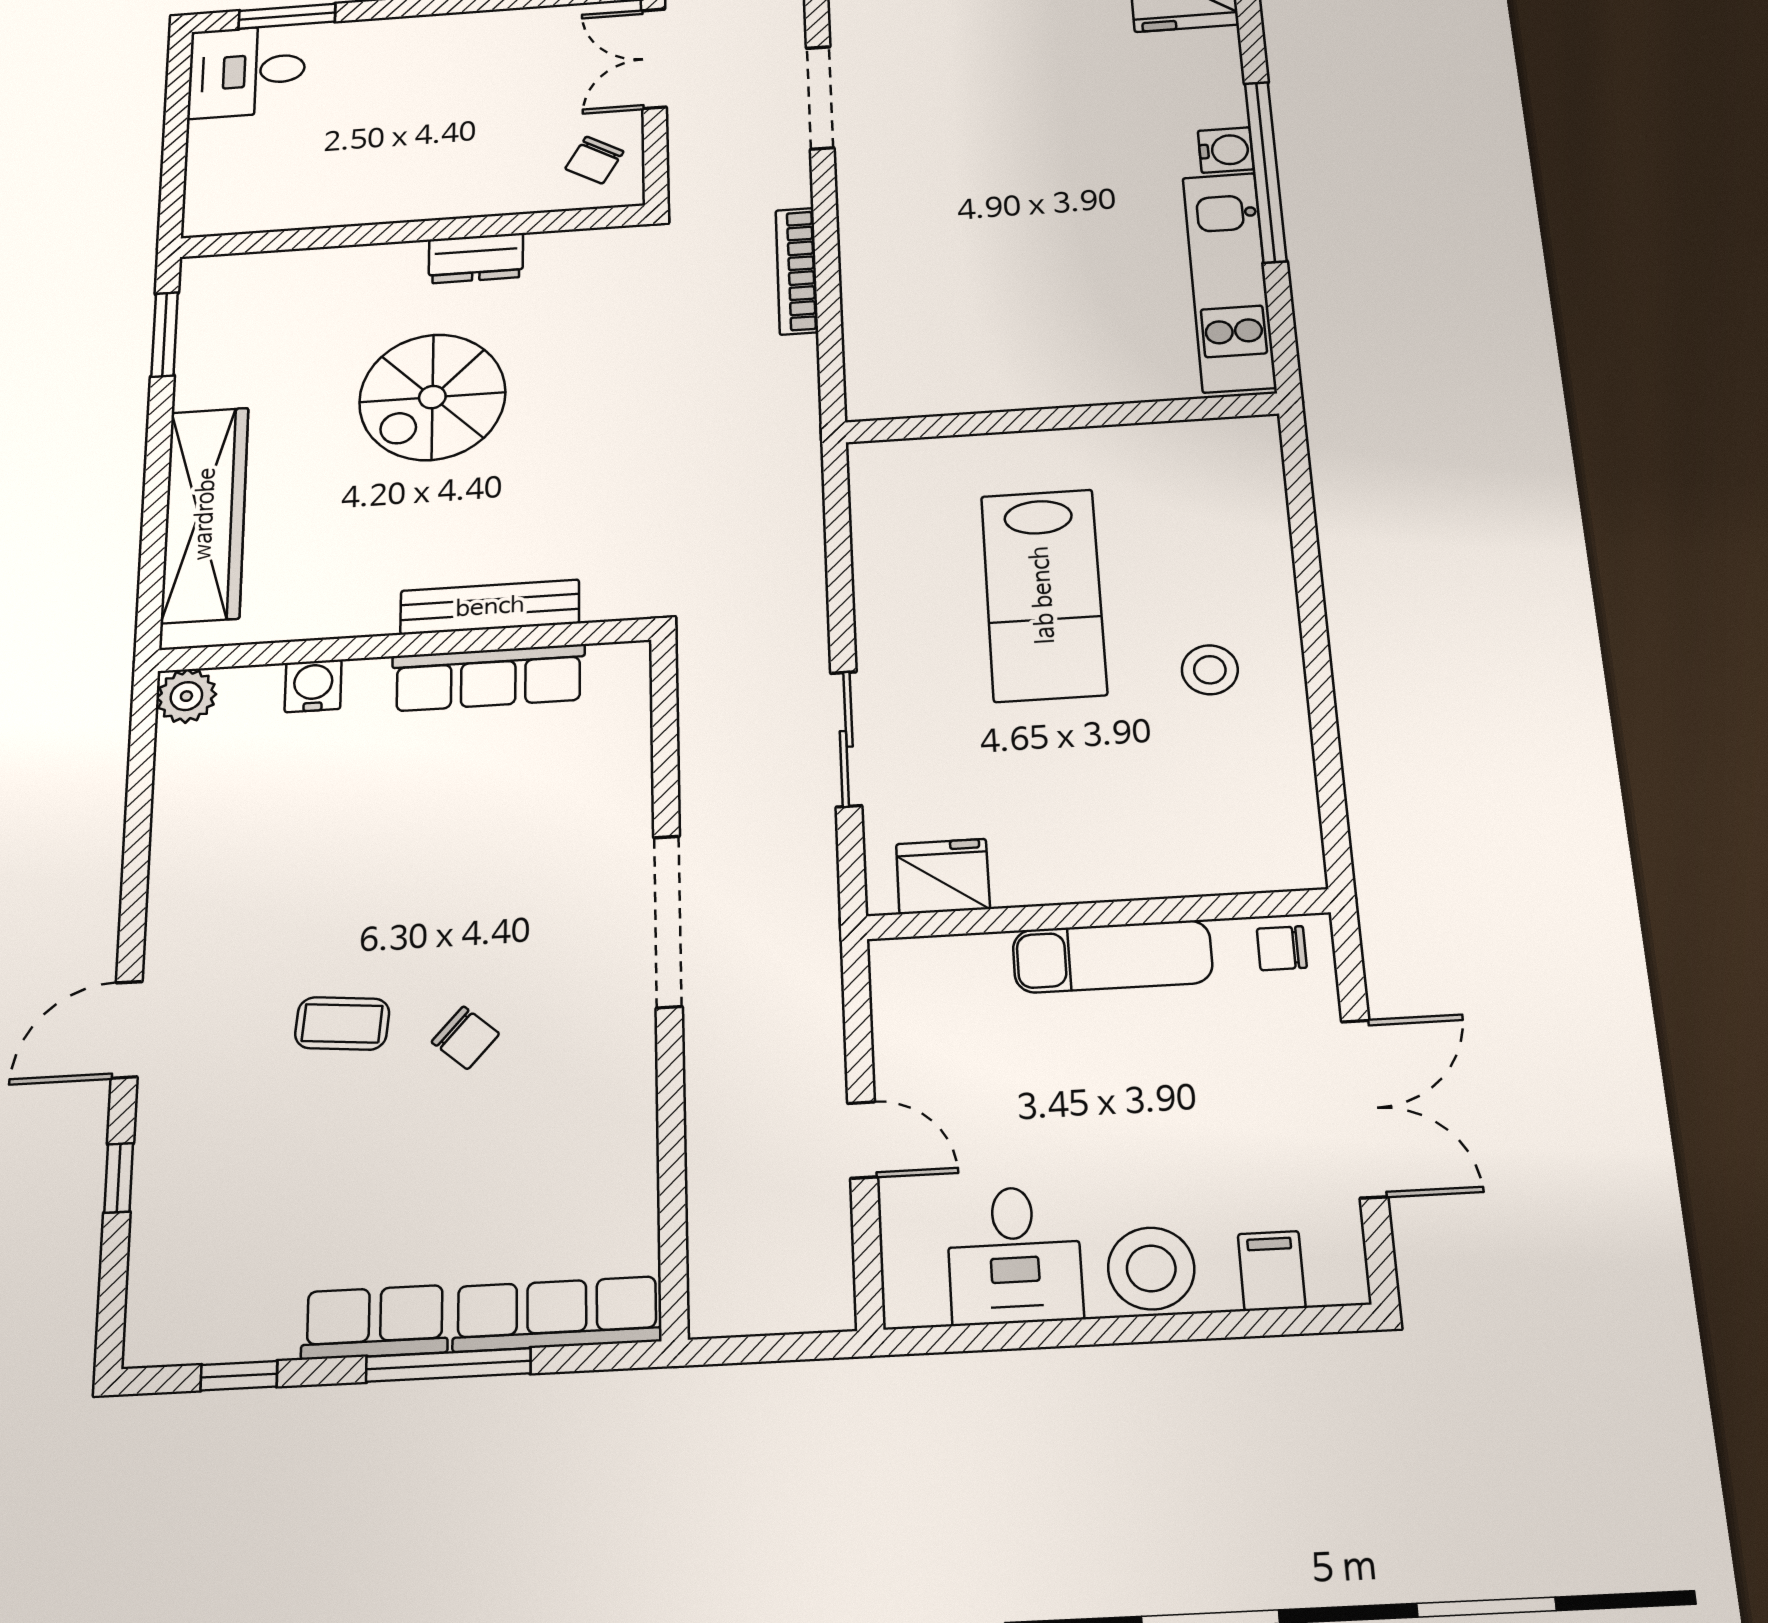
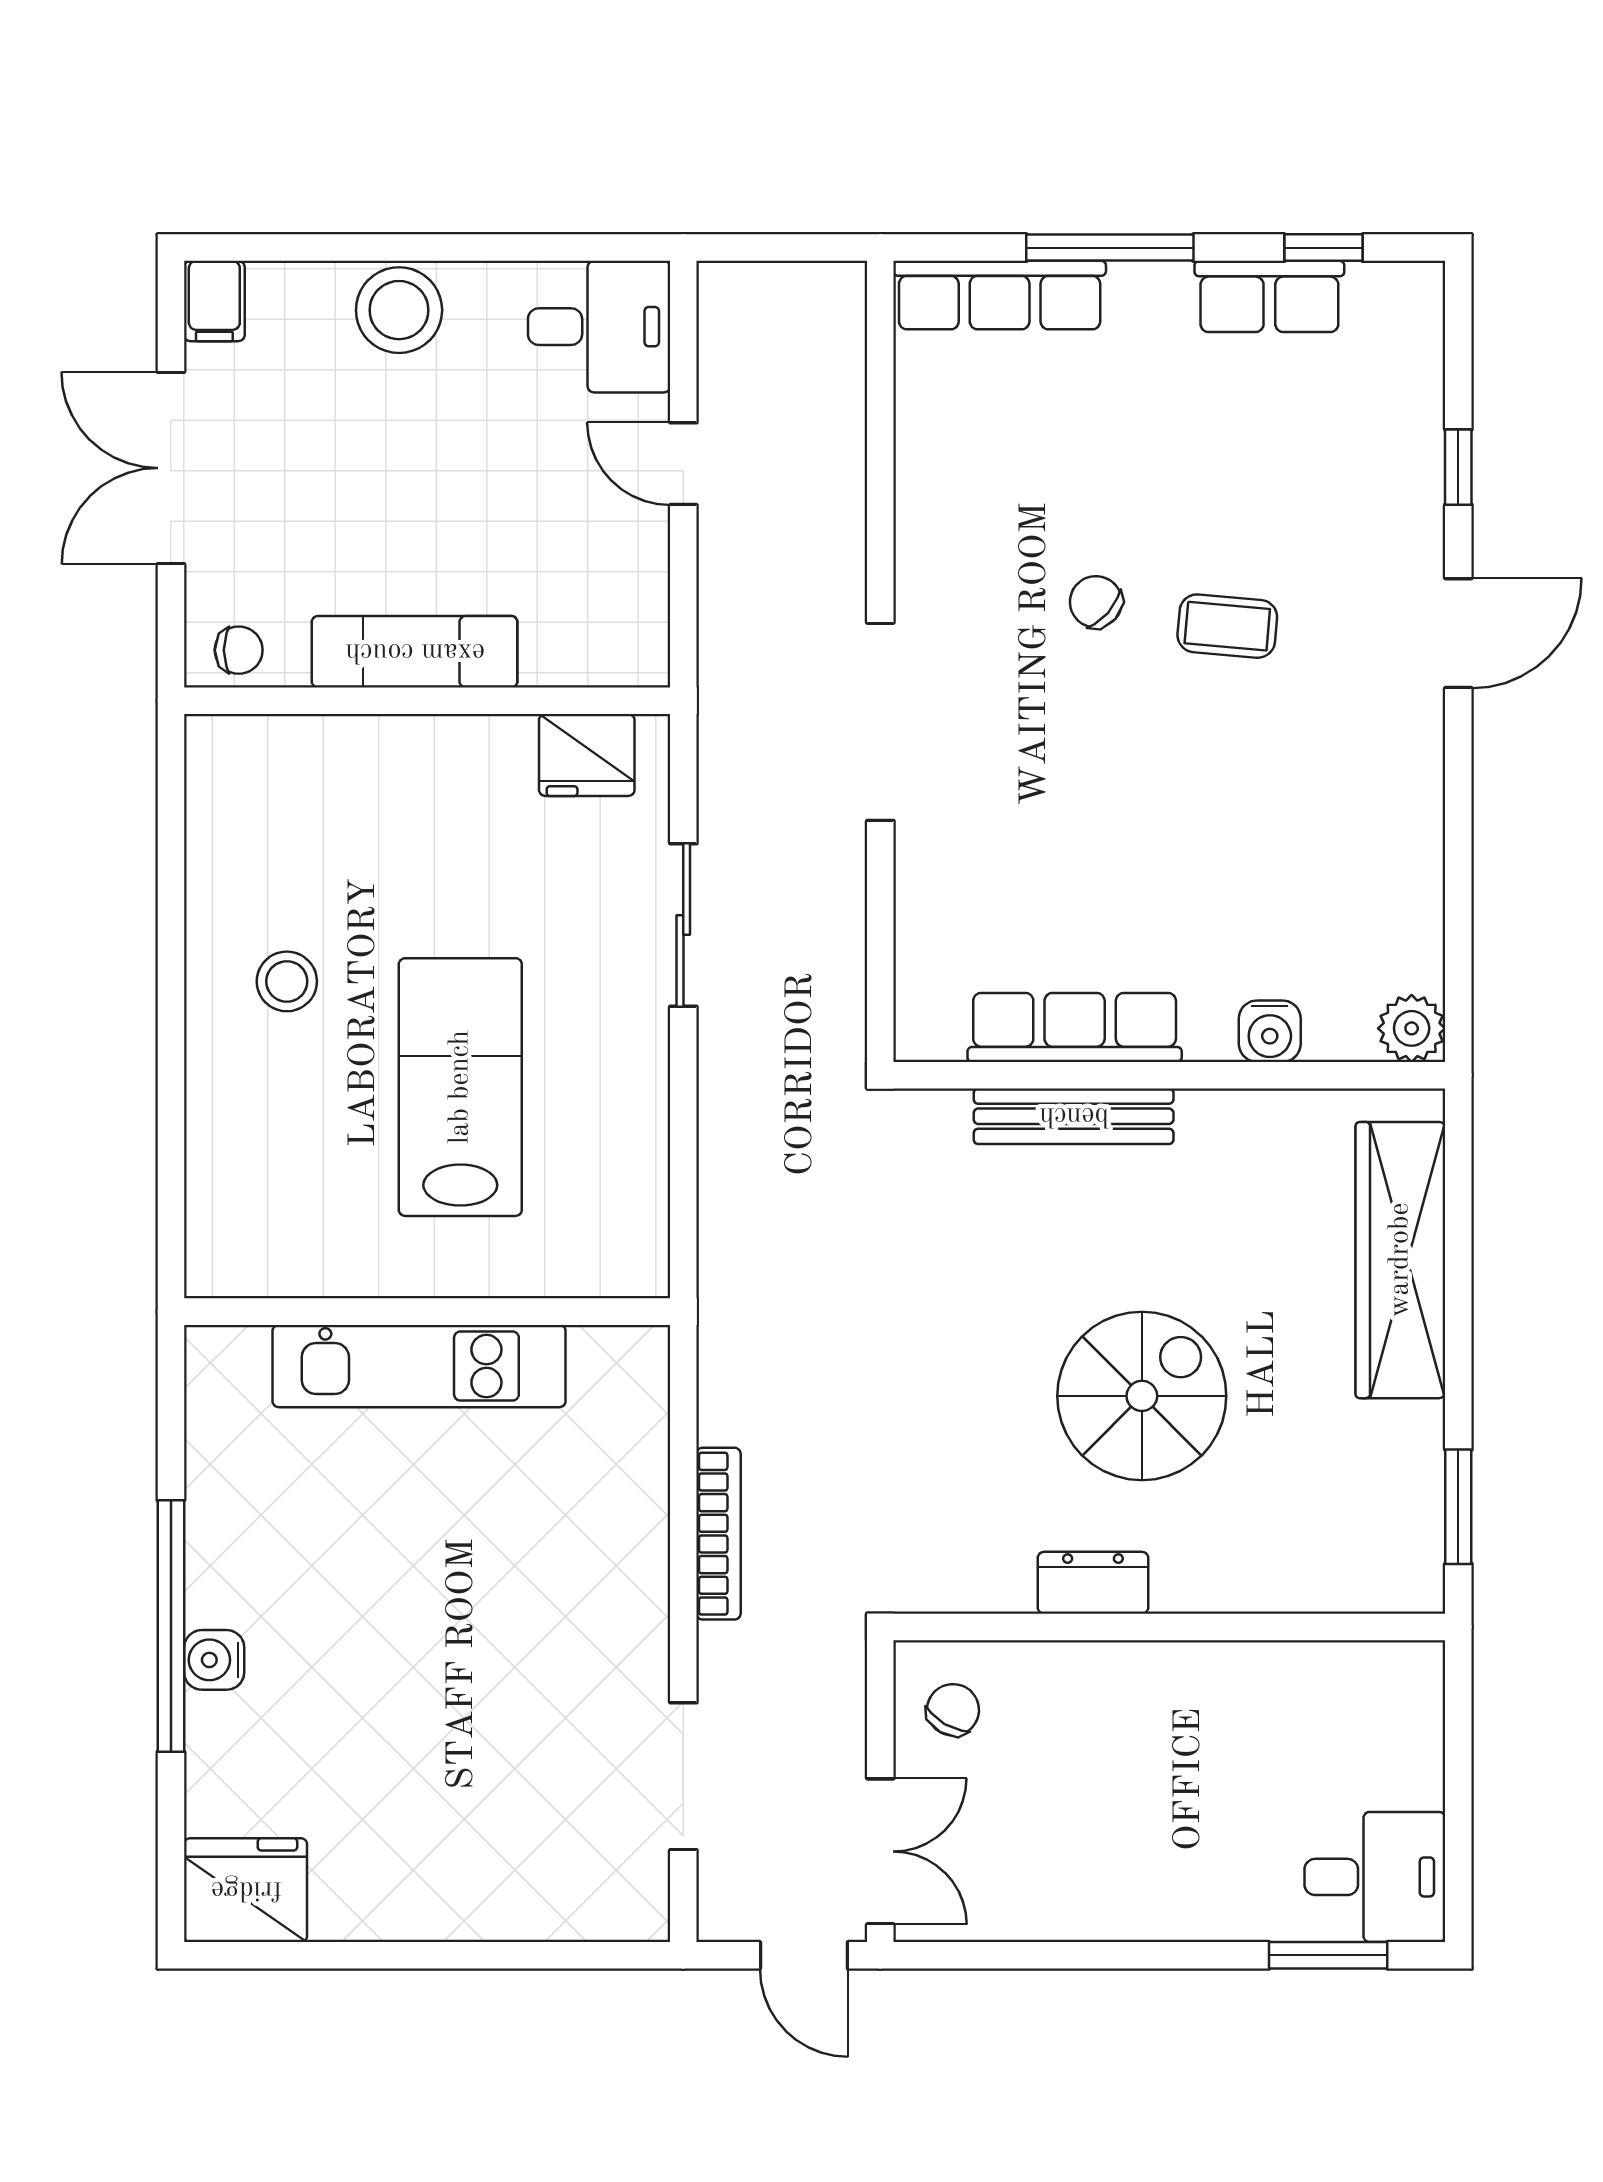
kitchen unit: (1229, 282) -> (419, 1366), moved, turned 90
desk: (1014, 1255) -> (599, 327), moved, turned 90
filing cabinet: (1272, 1271) -> (214, 301), moved
row of seats: (375, 1322) -> (1269, 296), moved

